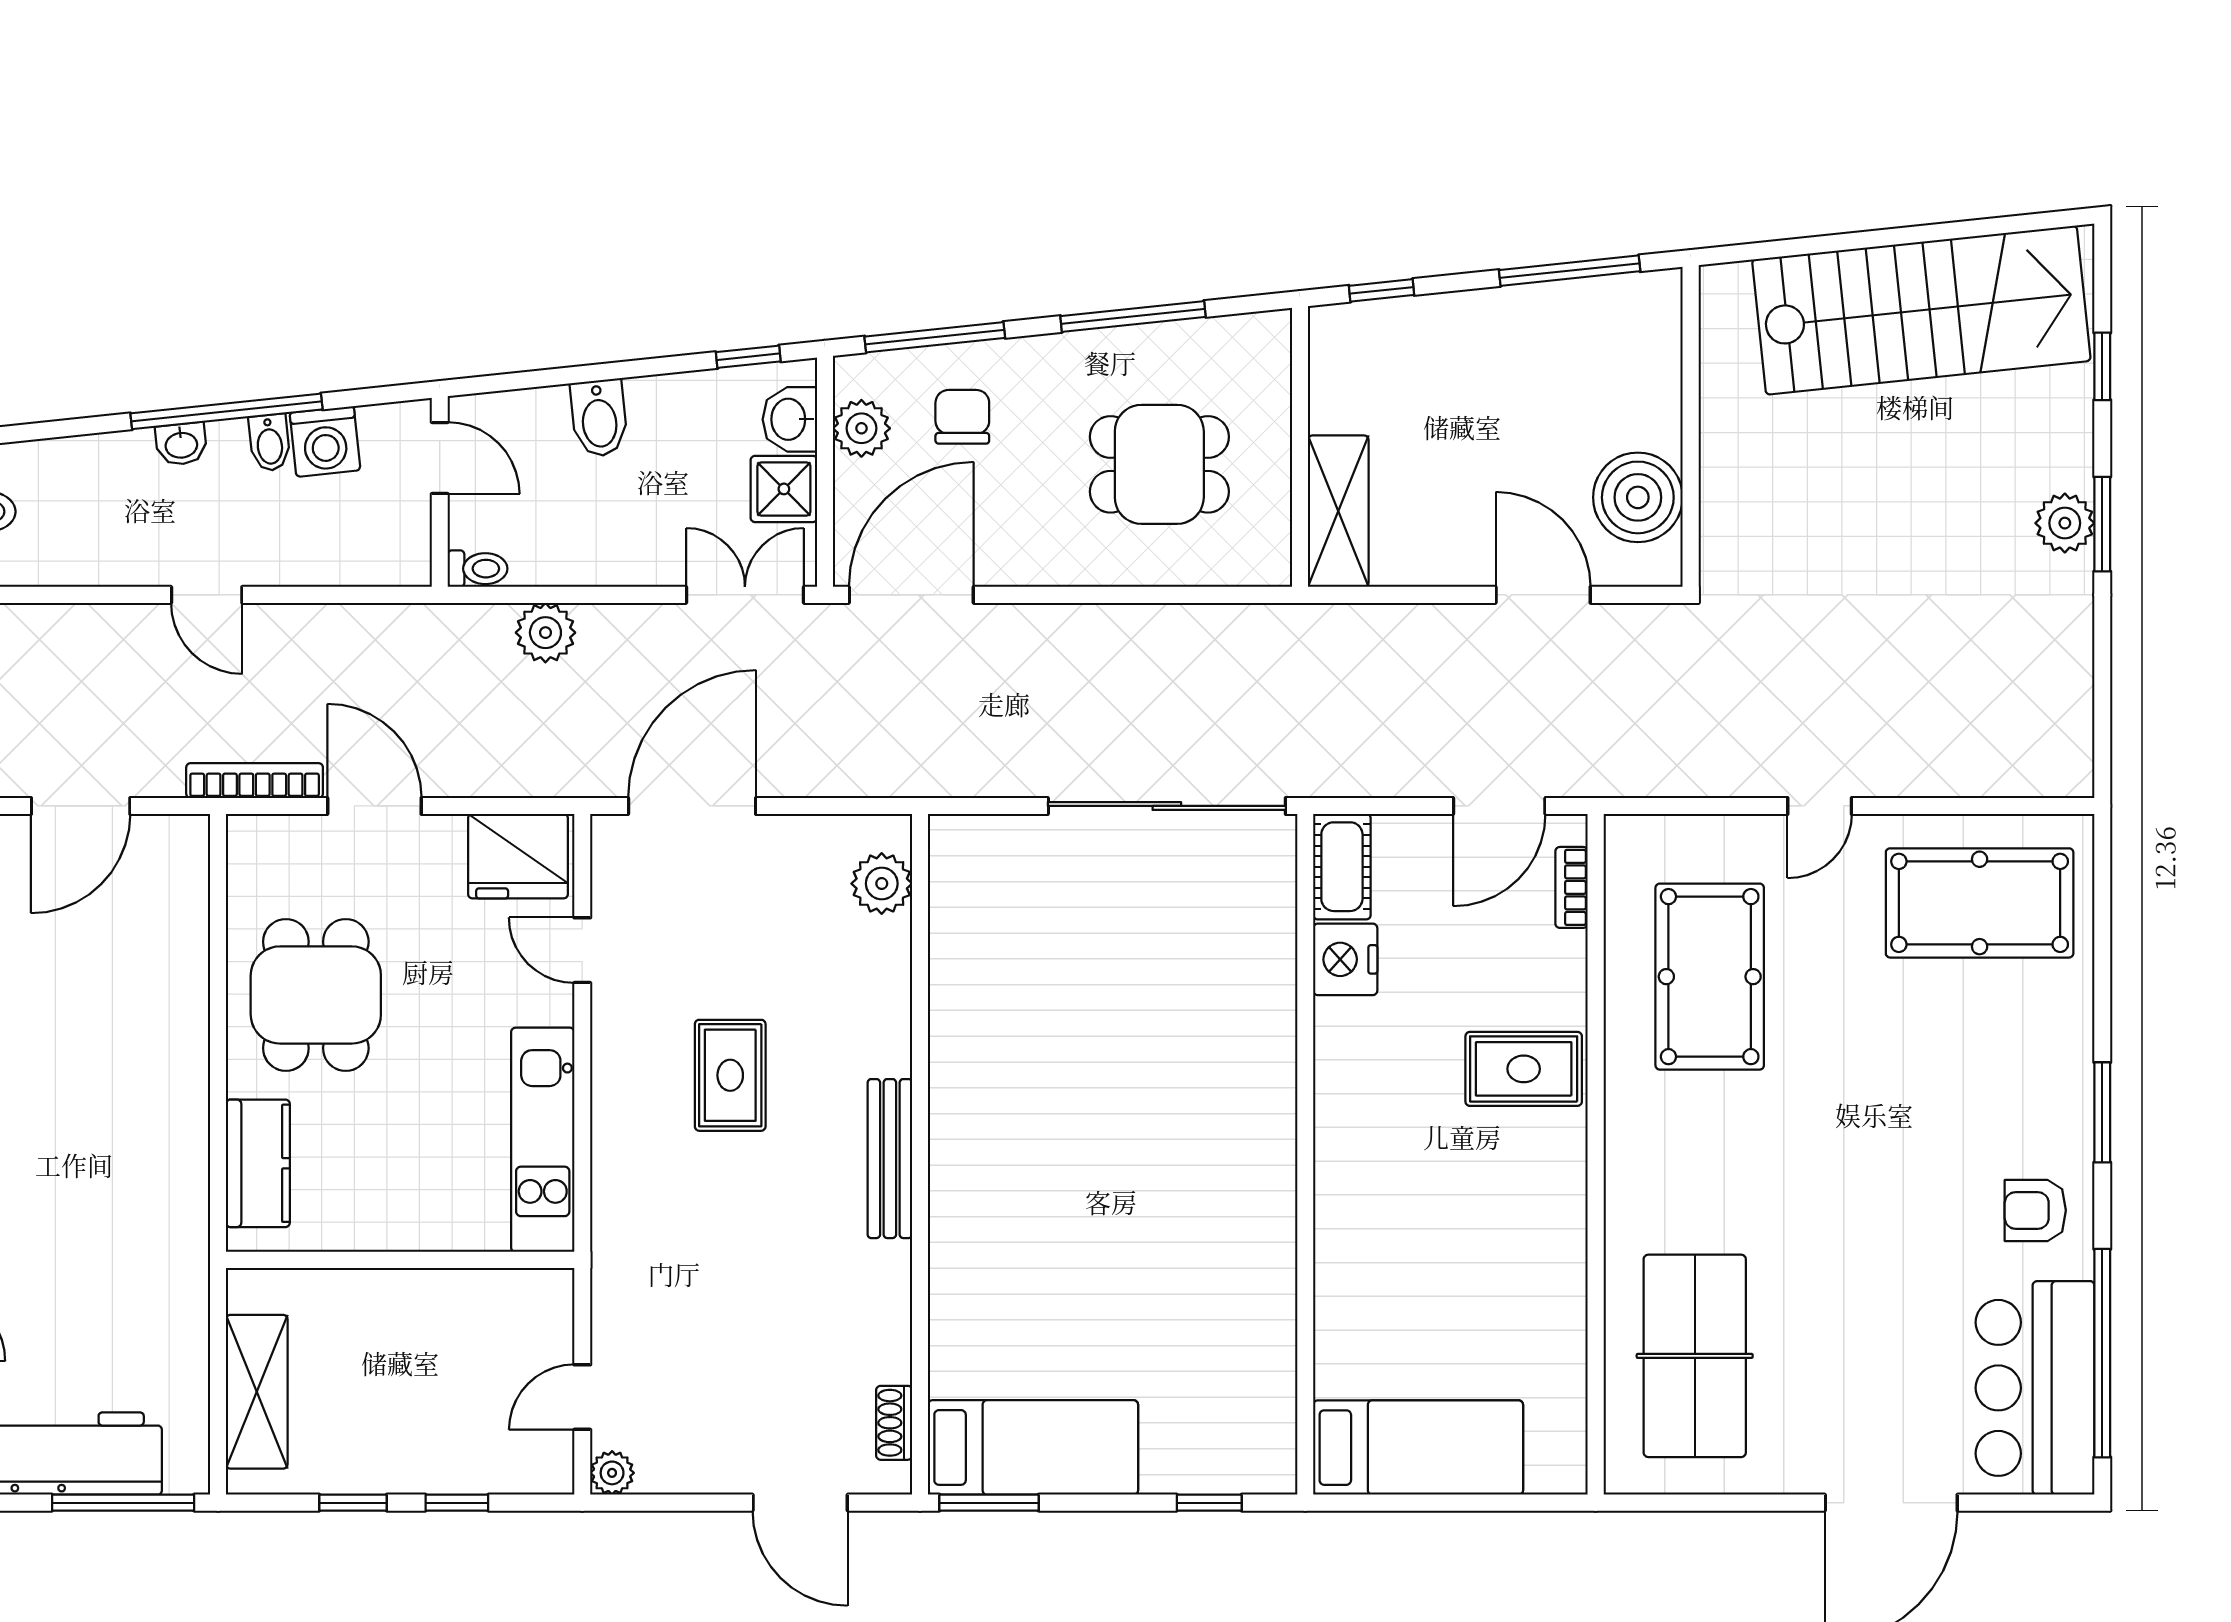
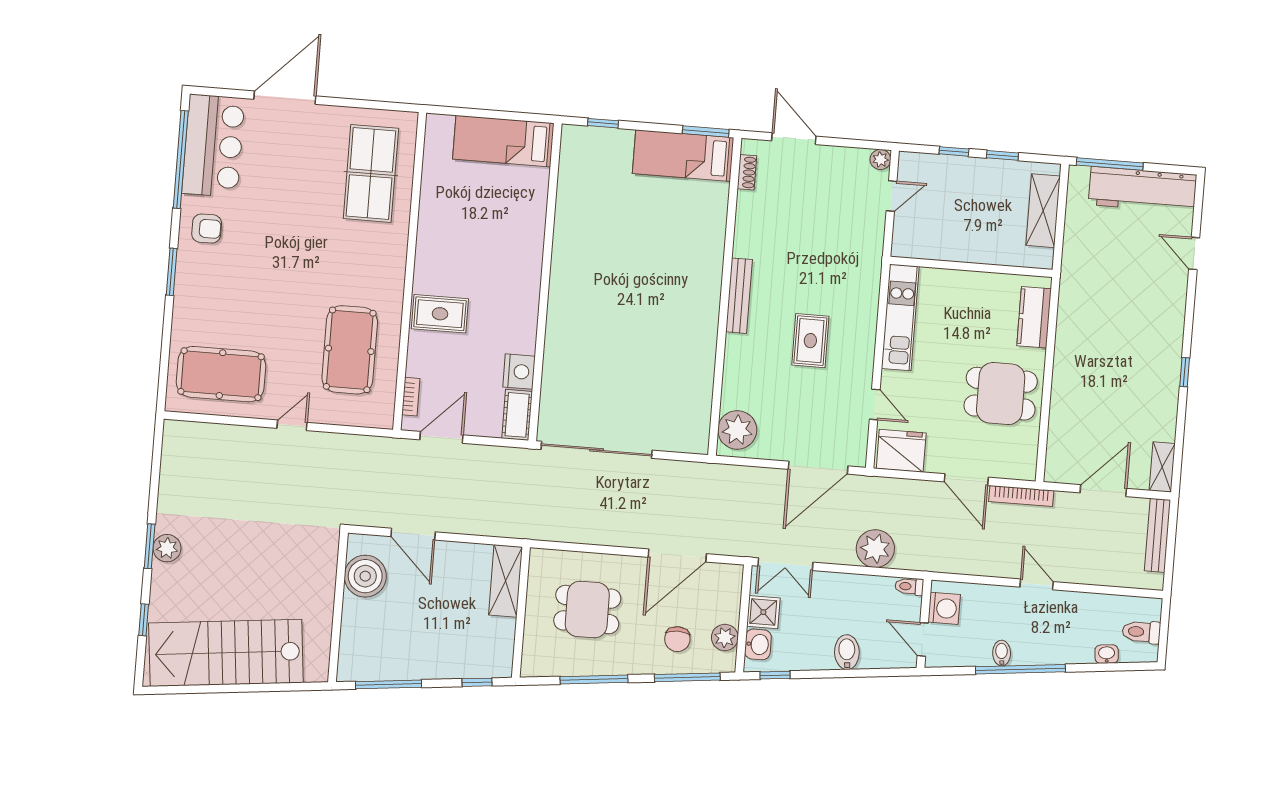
washing machine: (325, 441) -> (944, 608), moved, turned 96
washbasin: (181, 444) -> (1107, 654), moved
door: (911, 595) -> (677, 555), moved
plant: (545, 633) -> (875, 549), width x1.36, depth x1.36
plant: (882, 884) -> (737, 430), width x1.36, depth x1.36
dining table: (316, 995) -> (1001, 394), turned 90

